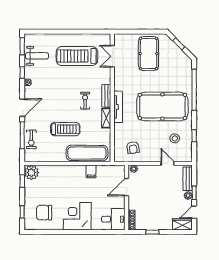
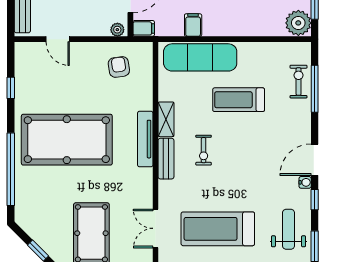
weight bench: (37, 56) -> (288, 229), turned 90
treadmill: (77, 56) -> (218, 229), turned 180
double door: (112, 56) -> (155, 228), swing flipped
door: (22, 108) -> (315, 160), moved
stool: (175, 138) -> (45, 83), removed
filing cabinet: (119, 169) -> (144, 28), added

